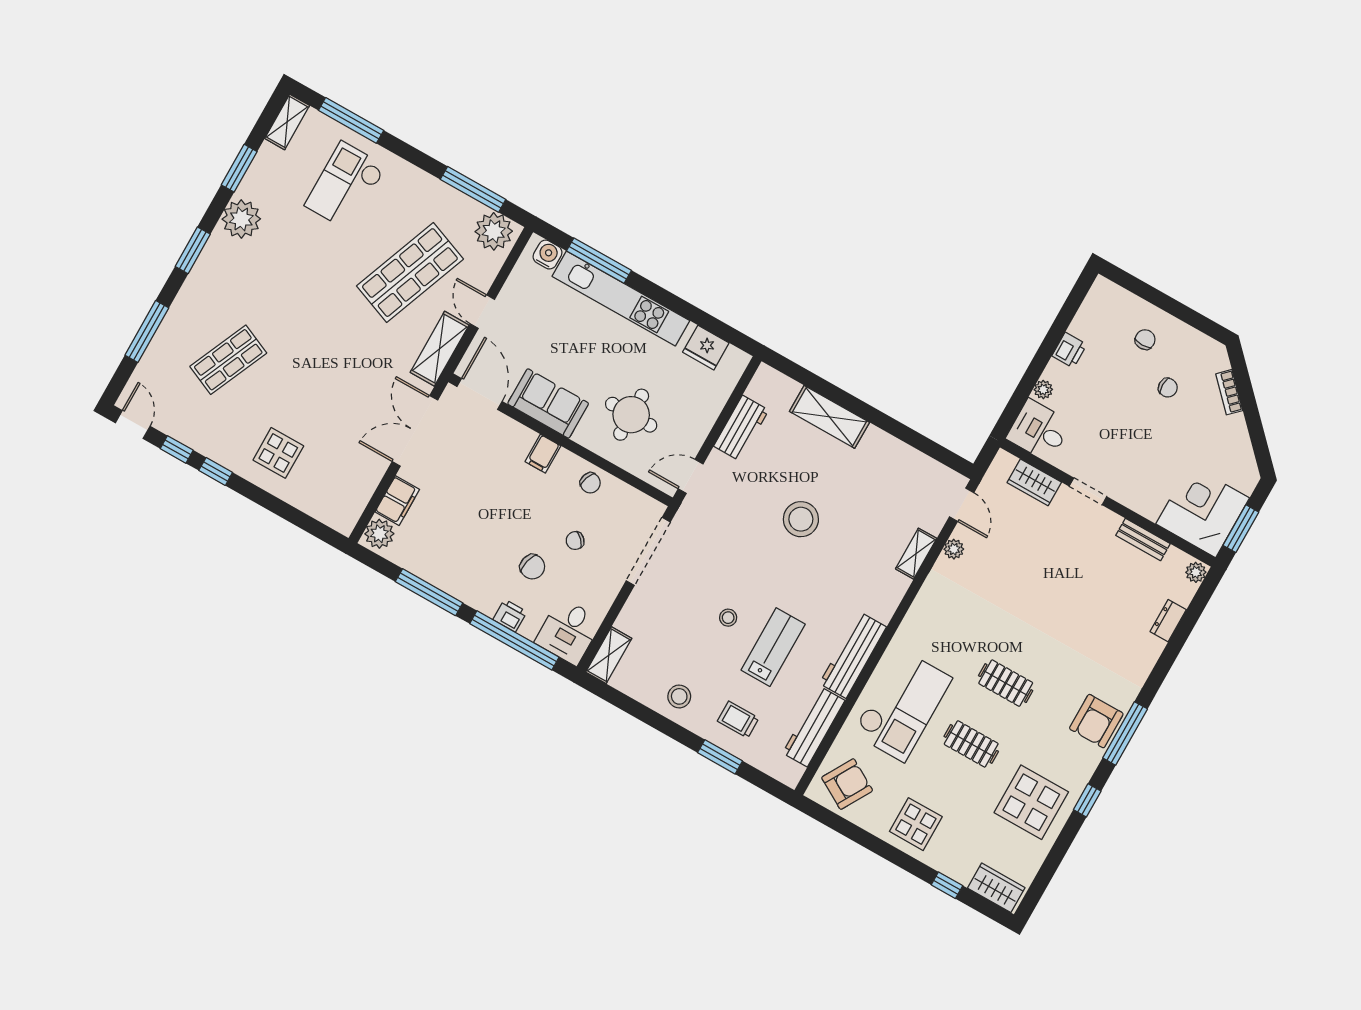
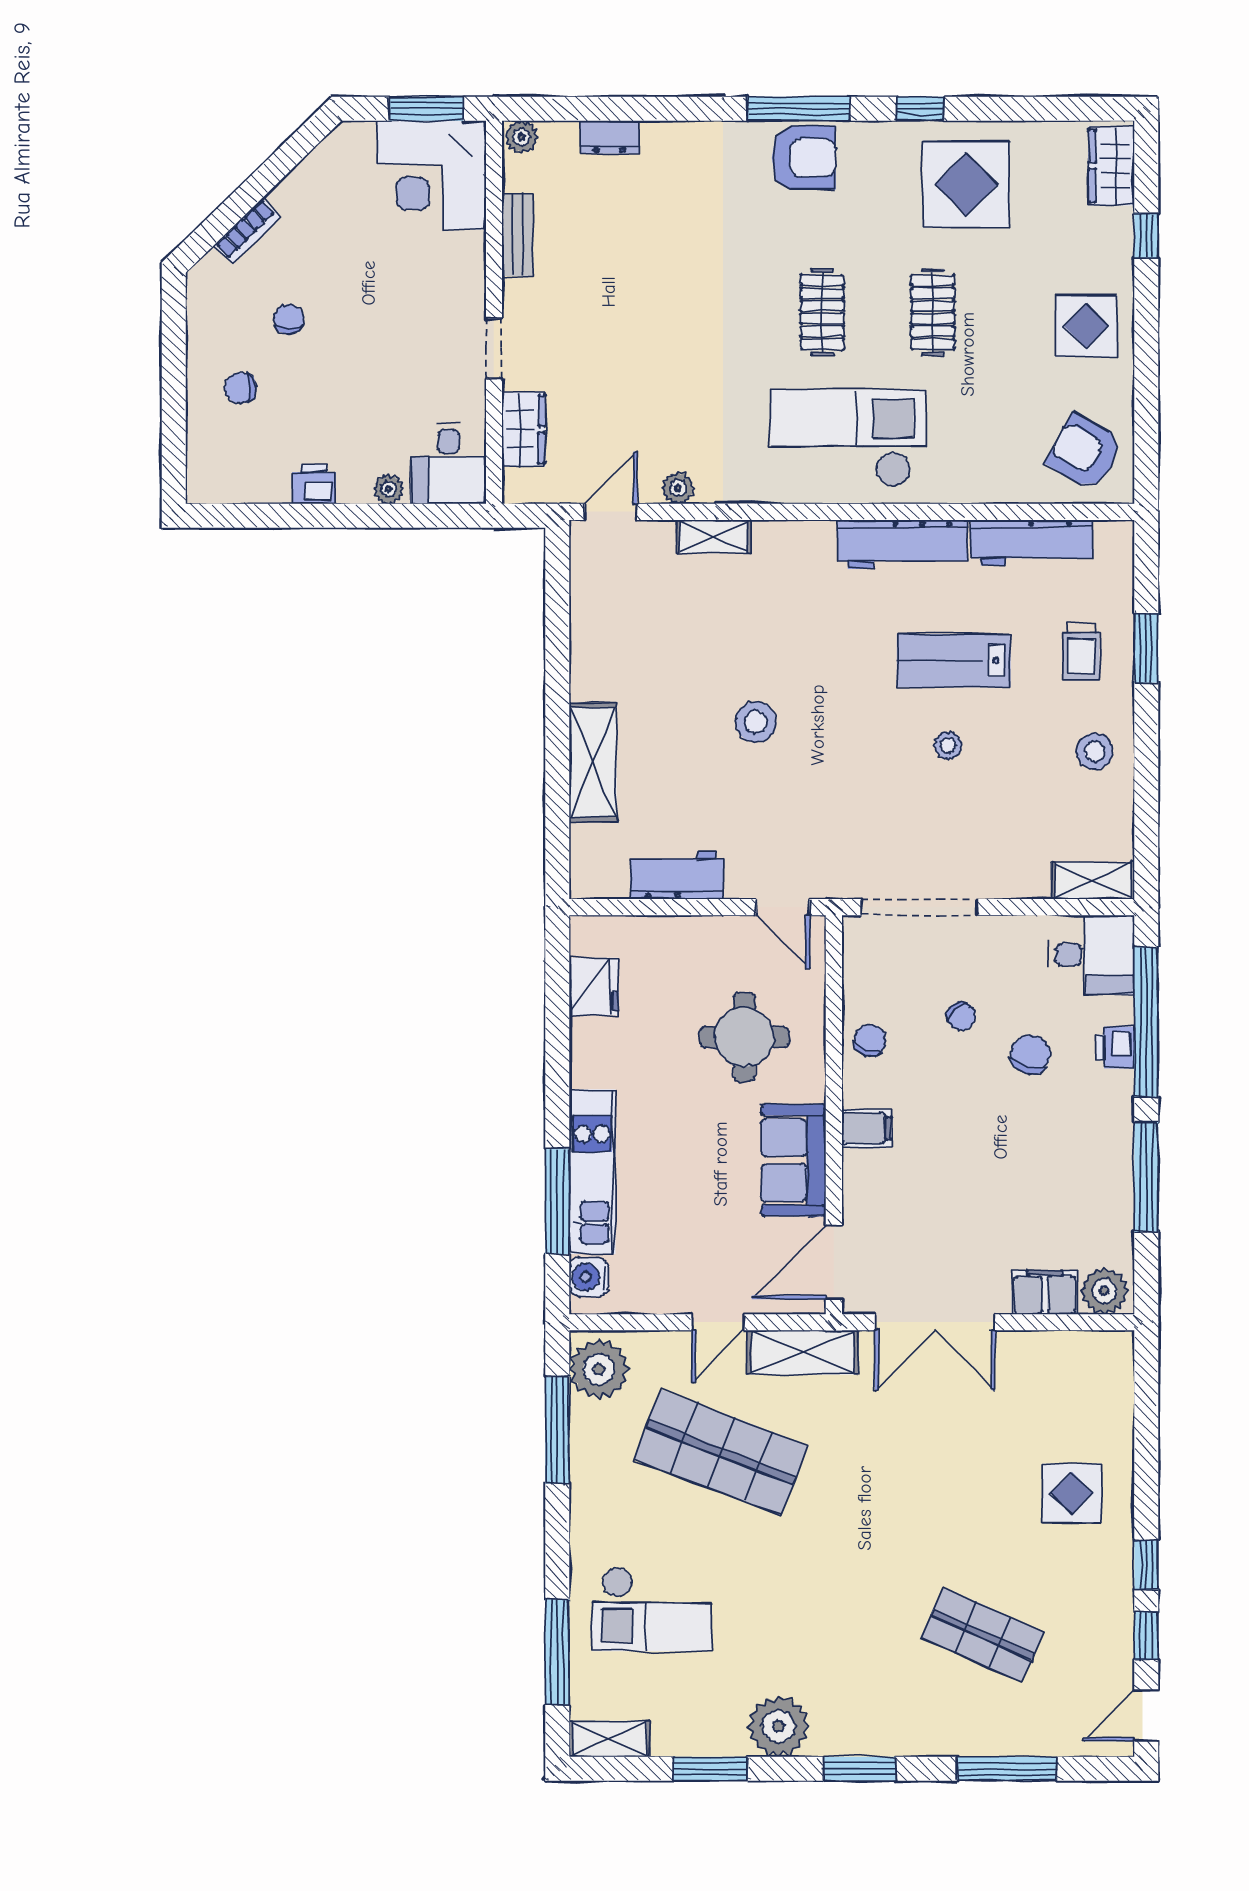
kitchen unit: (621, 298) -> (592, 1172), width x0.73
stool: (801, 519) -> (756, 722), width x0.73, depth x0.73
checkout: (902, 706) -> (848, 438), moved

